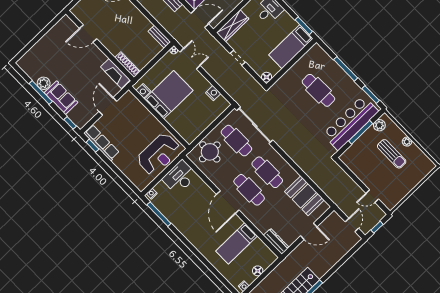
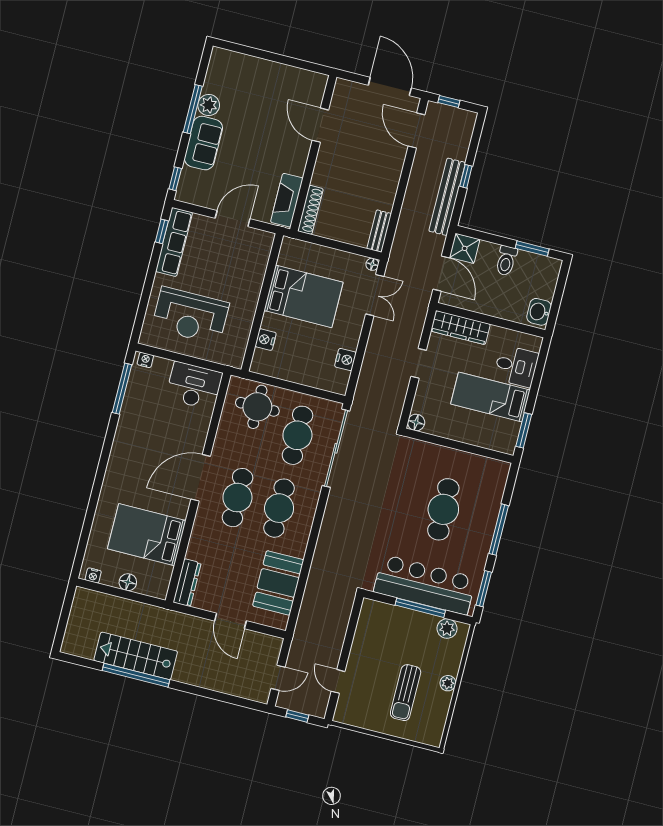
bed: (291, 47) -> (490, 397), moved
nightstand: (143, 91) -> (266, 340), moved
reception desk: (159, 154) -> (190, 316), moved
sun lounger: (392, 154) -> (406, 693), moved
bed: (237, 243) -> (147, 535), width x1.50

